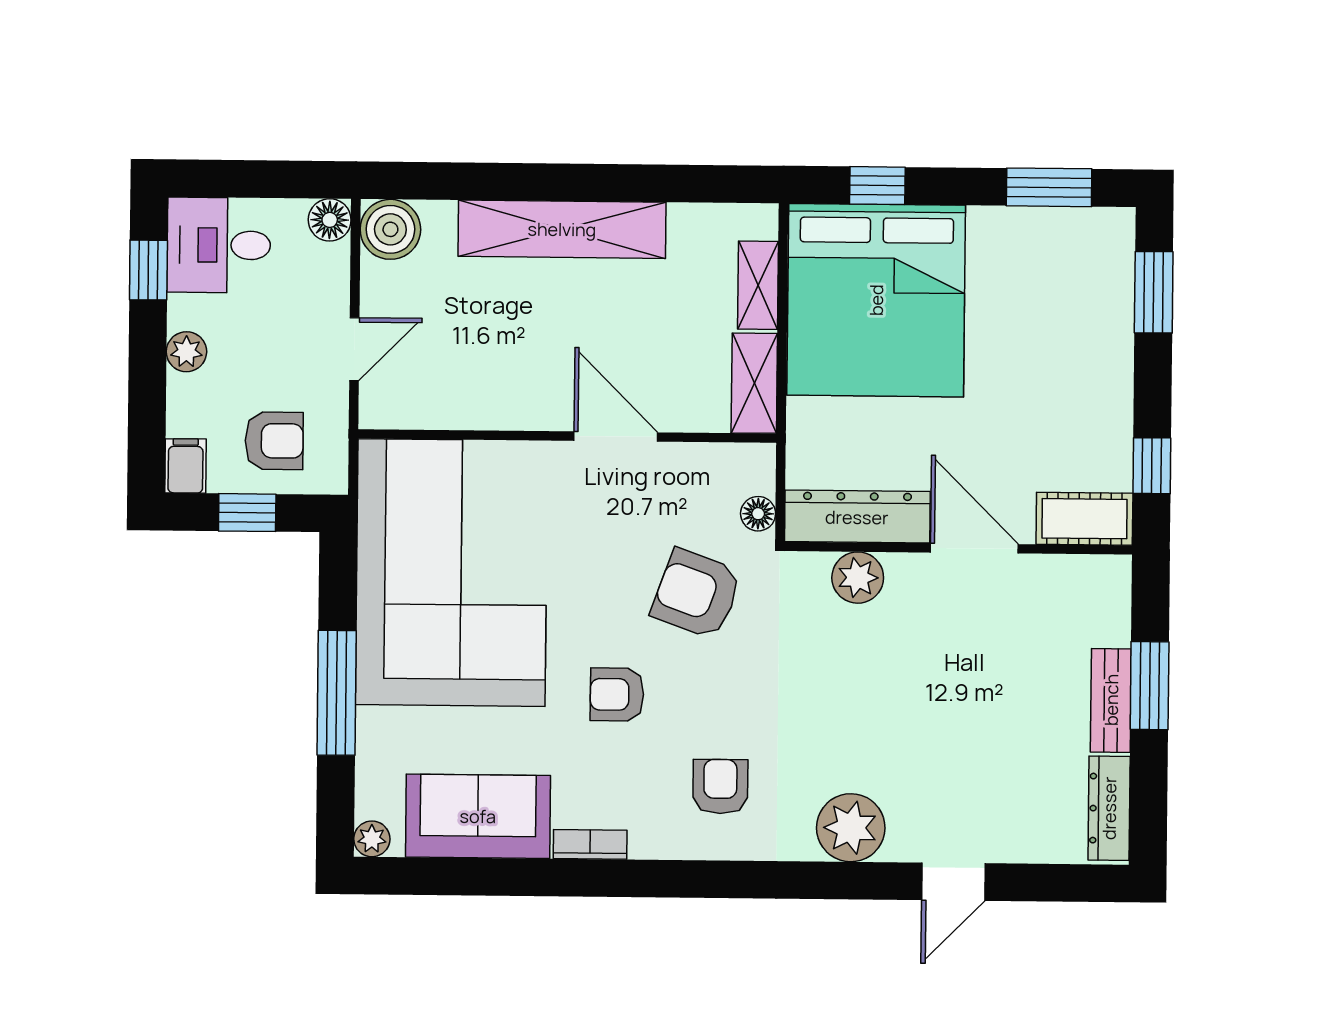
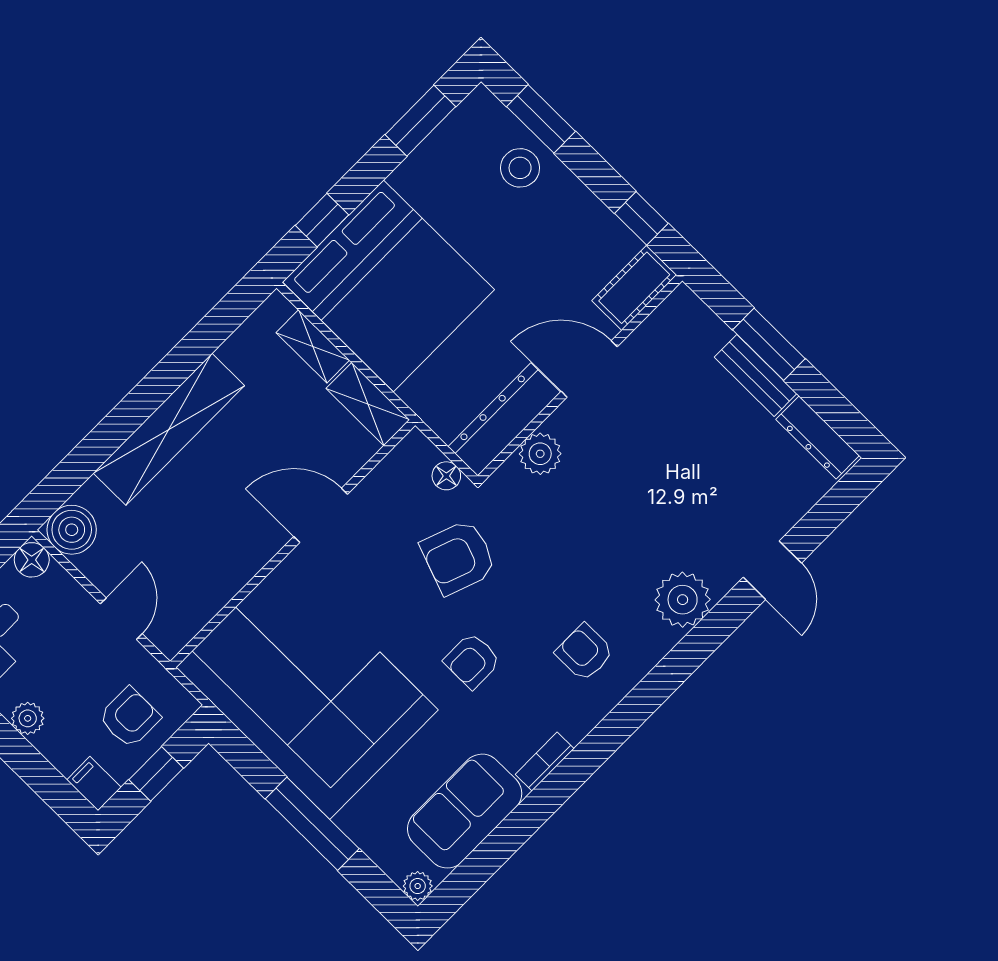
stool: (1093, 316) -> (520, 168), added

